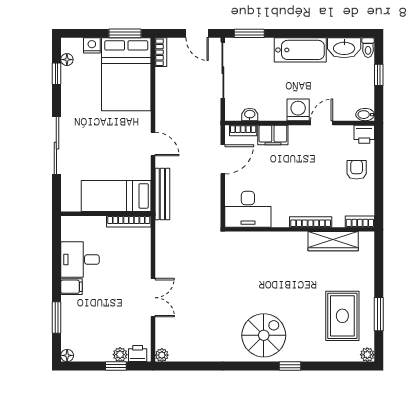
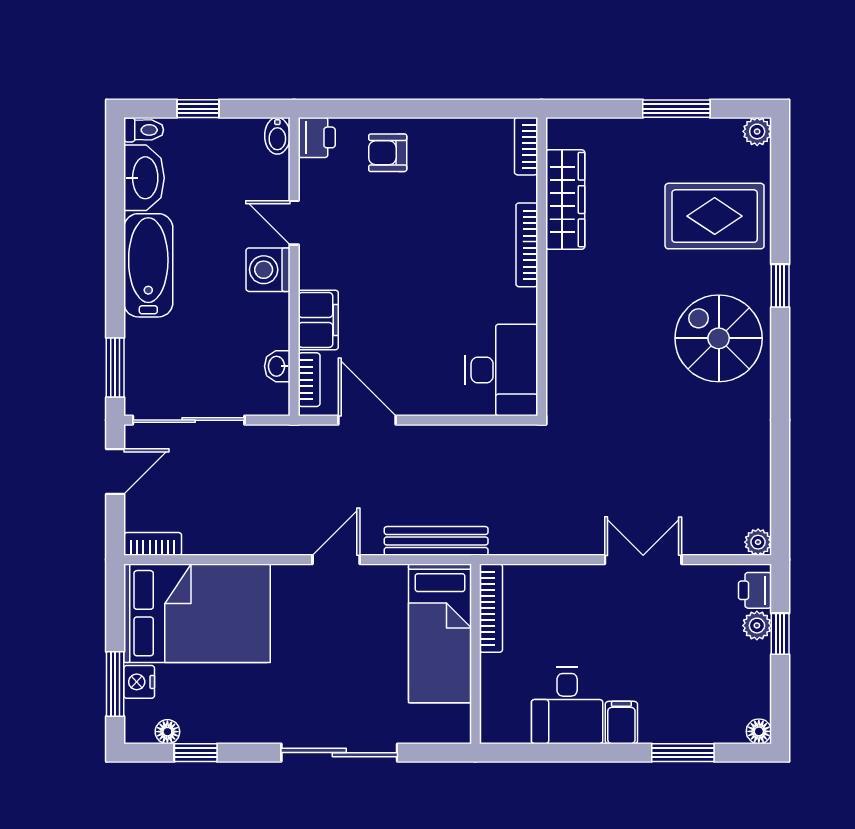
window: (125, 33) -> (115, 684), moved
desk: (248, 209) -> (502, 370), moved
bookcase: (311, 222) -> (527, 245), moved
bookcase: (360, 222) -> (526, 146), moved
wall: (300, 229) -> (542, 267), moved
wardrobe: (333, 241) -> (565, 200), moved
rug: (342, 316) -> (715, 216), moved

